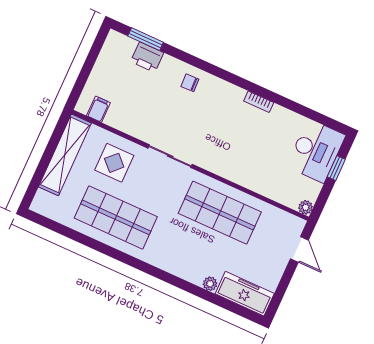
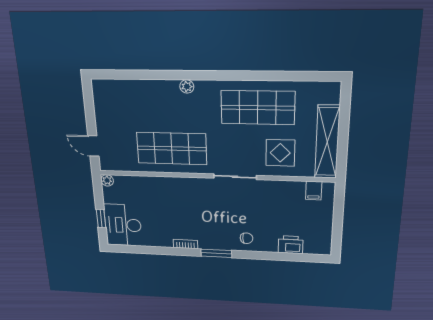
window: (146, 39) -> (216, 253), moved
plant: (210, 284) -> (187, 86), moved
freezer: (245, 294) -> (116, 91), removed

